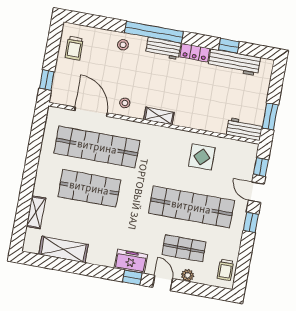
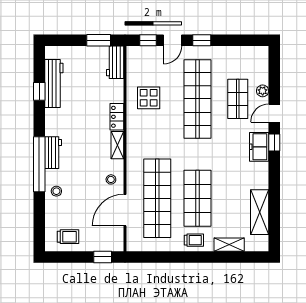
locker: (195, 53) -> (117, 117), moved, turned 180
trolley: (225, 270) -> (194, 240), moved

